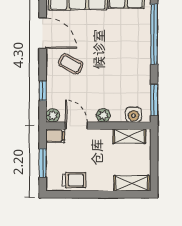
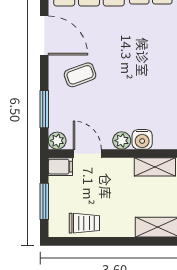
coffee table: (71, 64) -> (80, 75), turned -48
window: (43, 91) -> (44, 109), width x1.50
water cooler: (134, 114) -> (142, 139), moved

